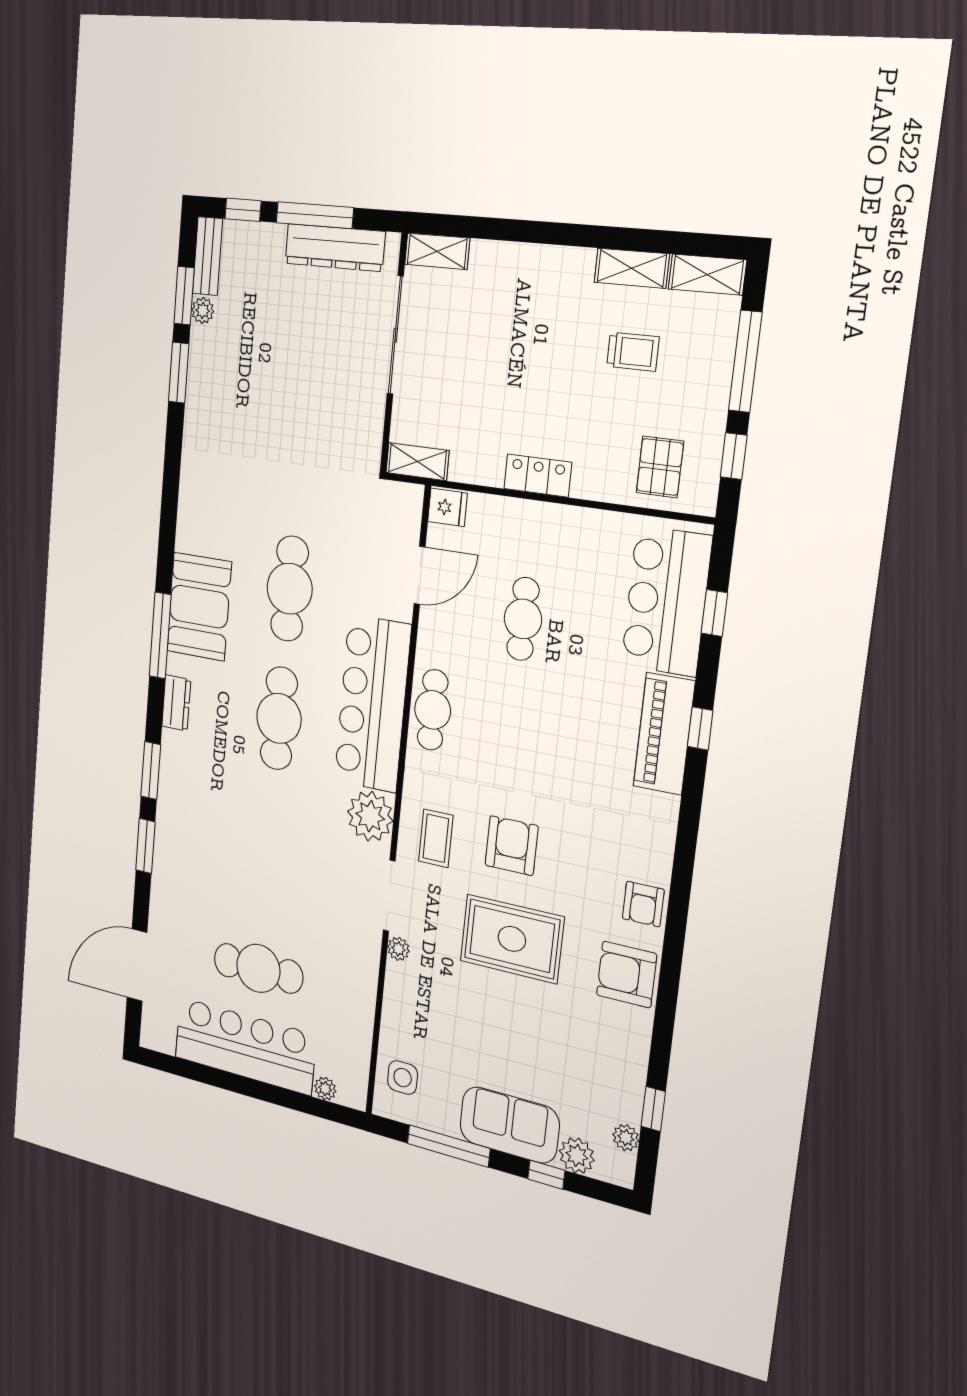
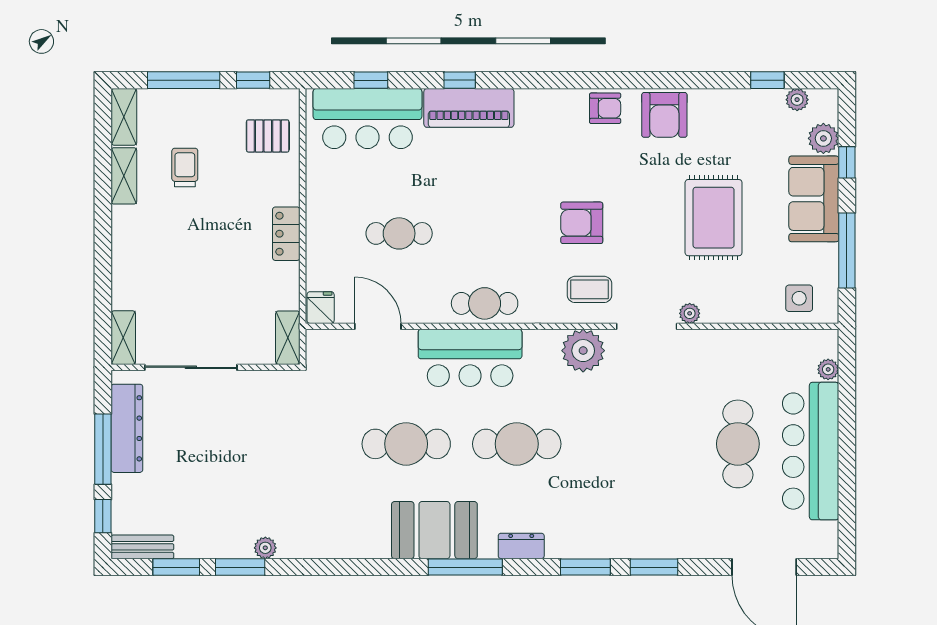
plant: (203, 311) -> (265, 548), moved
bar counter: (372, 704) -> (470, 358), width x0.73
rug: (512, 939) -> (714, 218), moved

